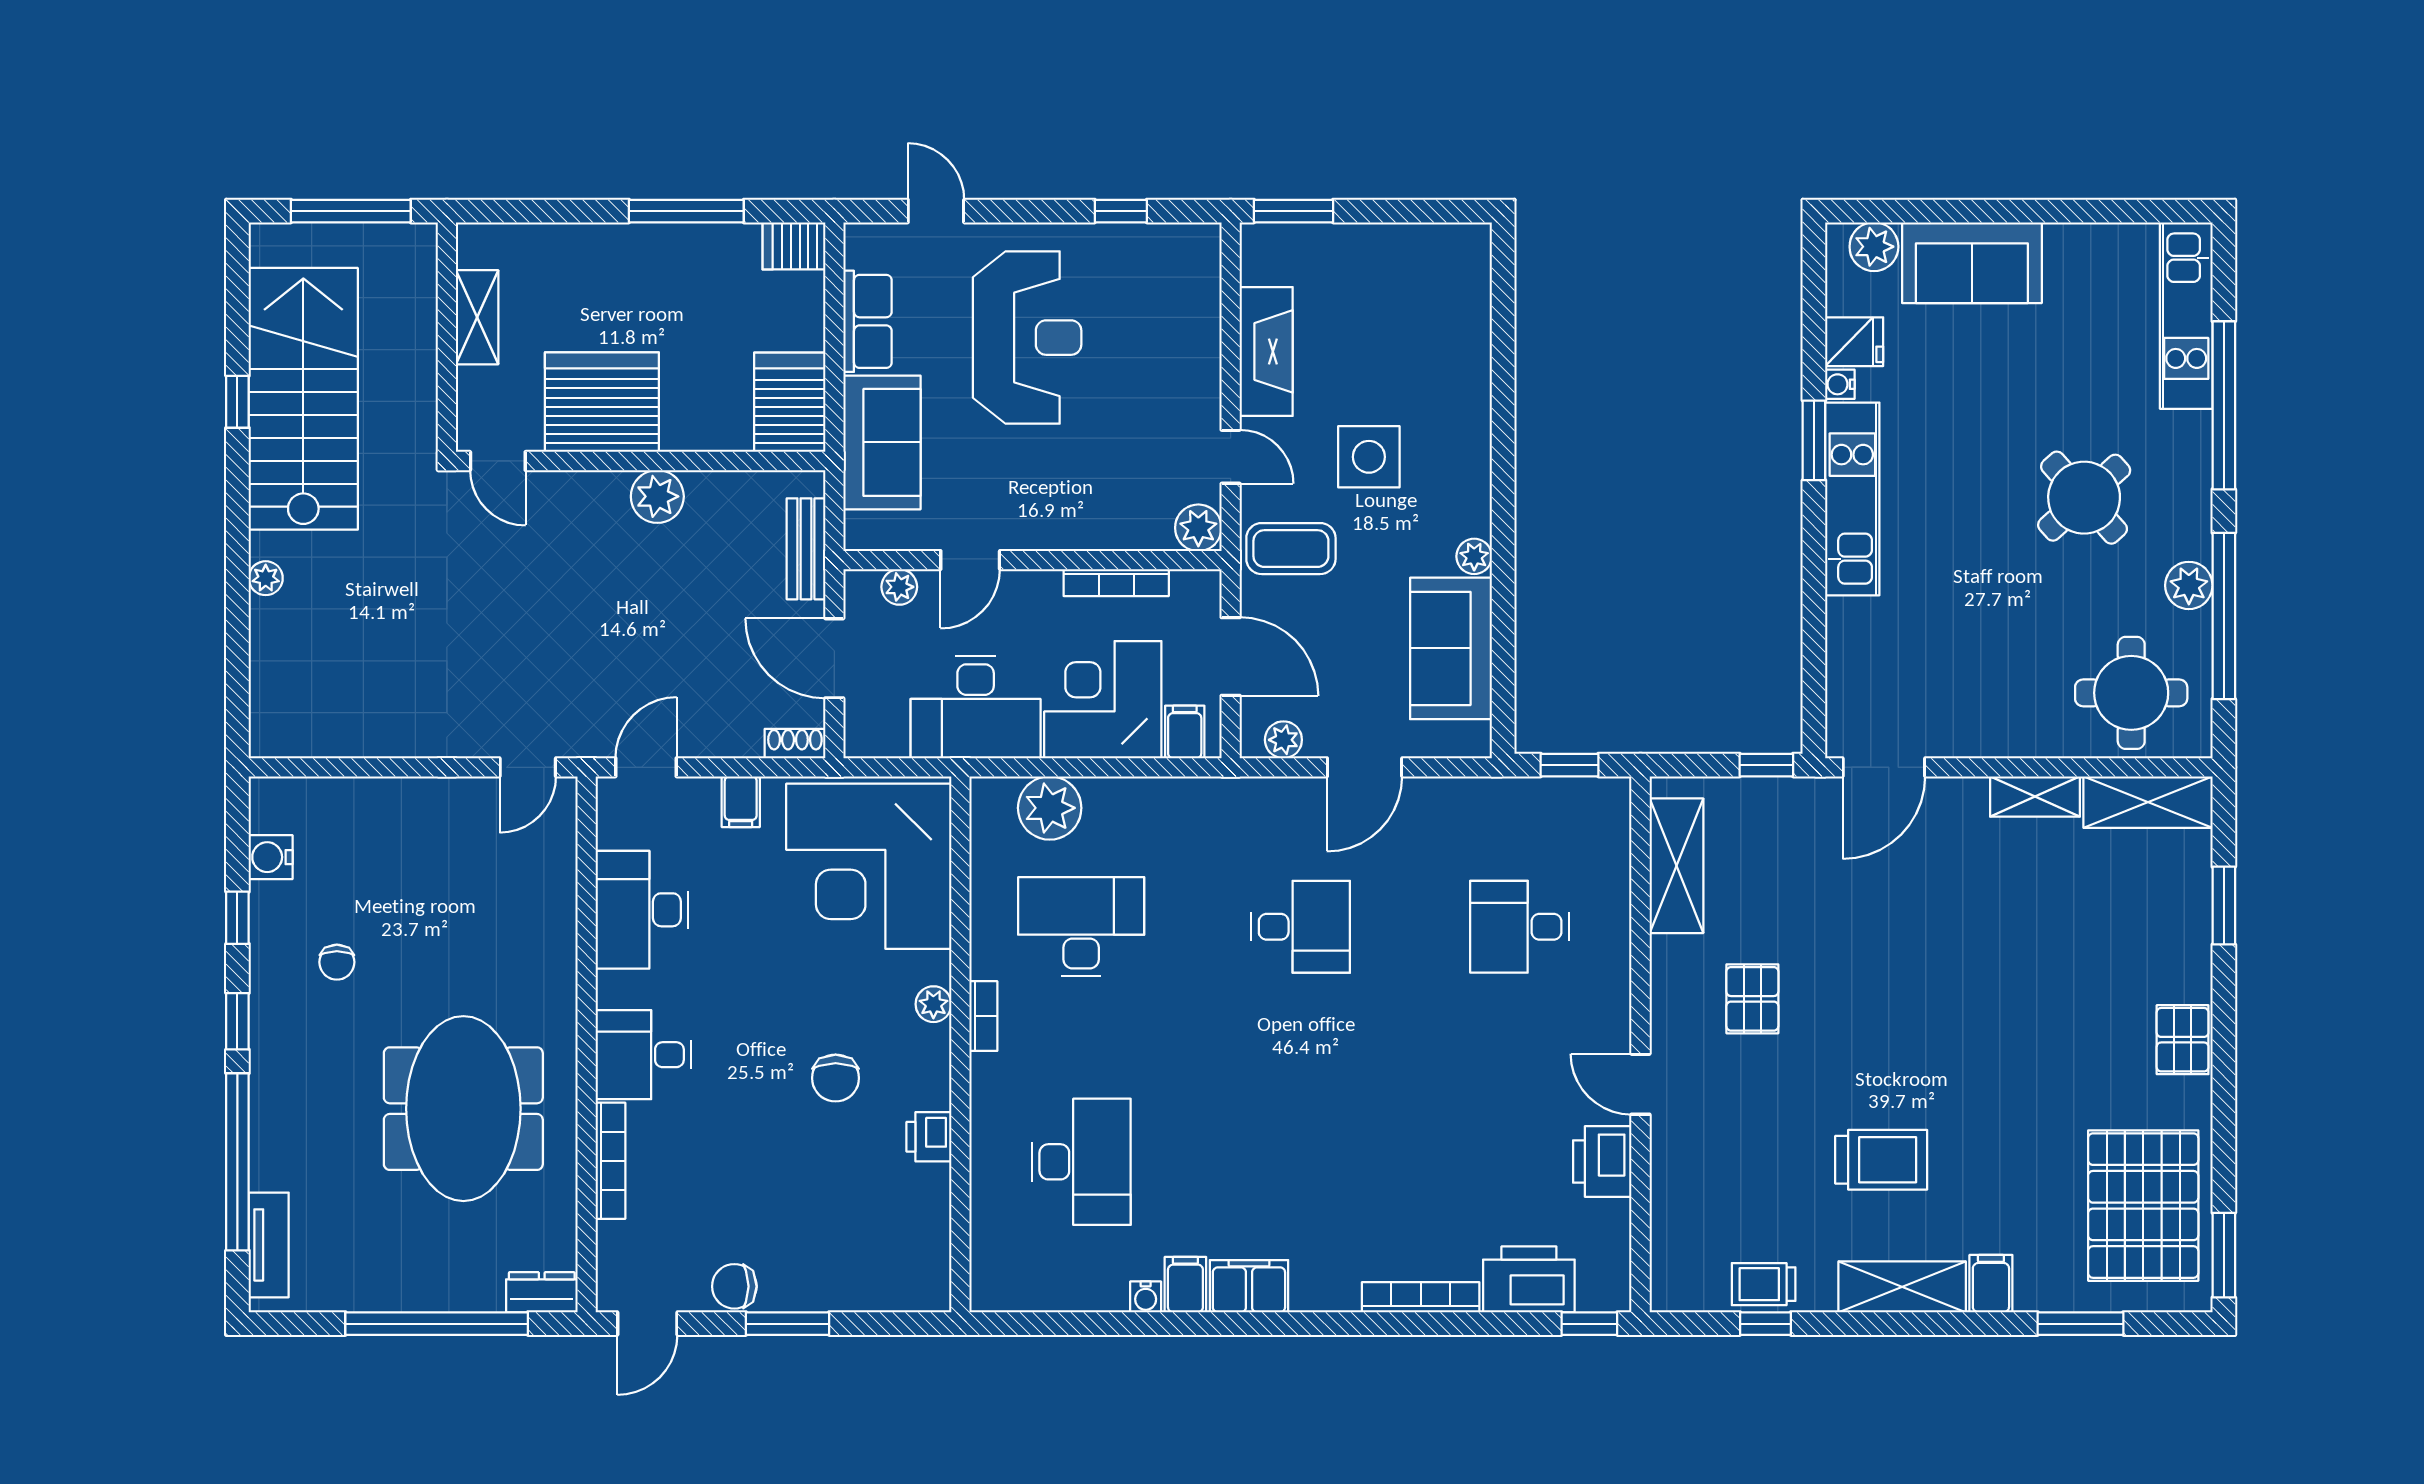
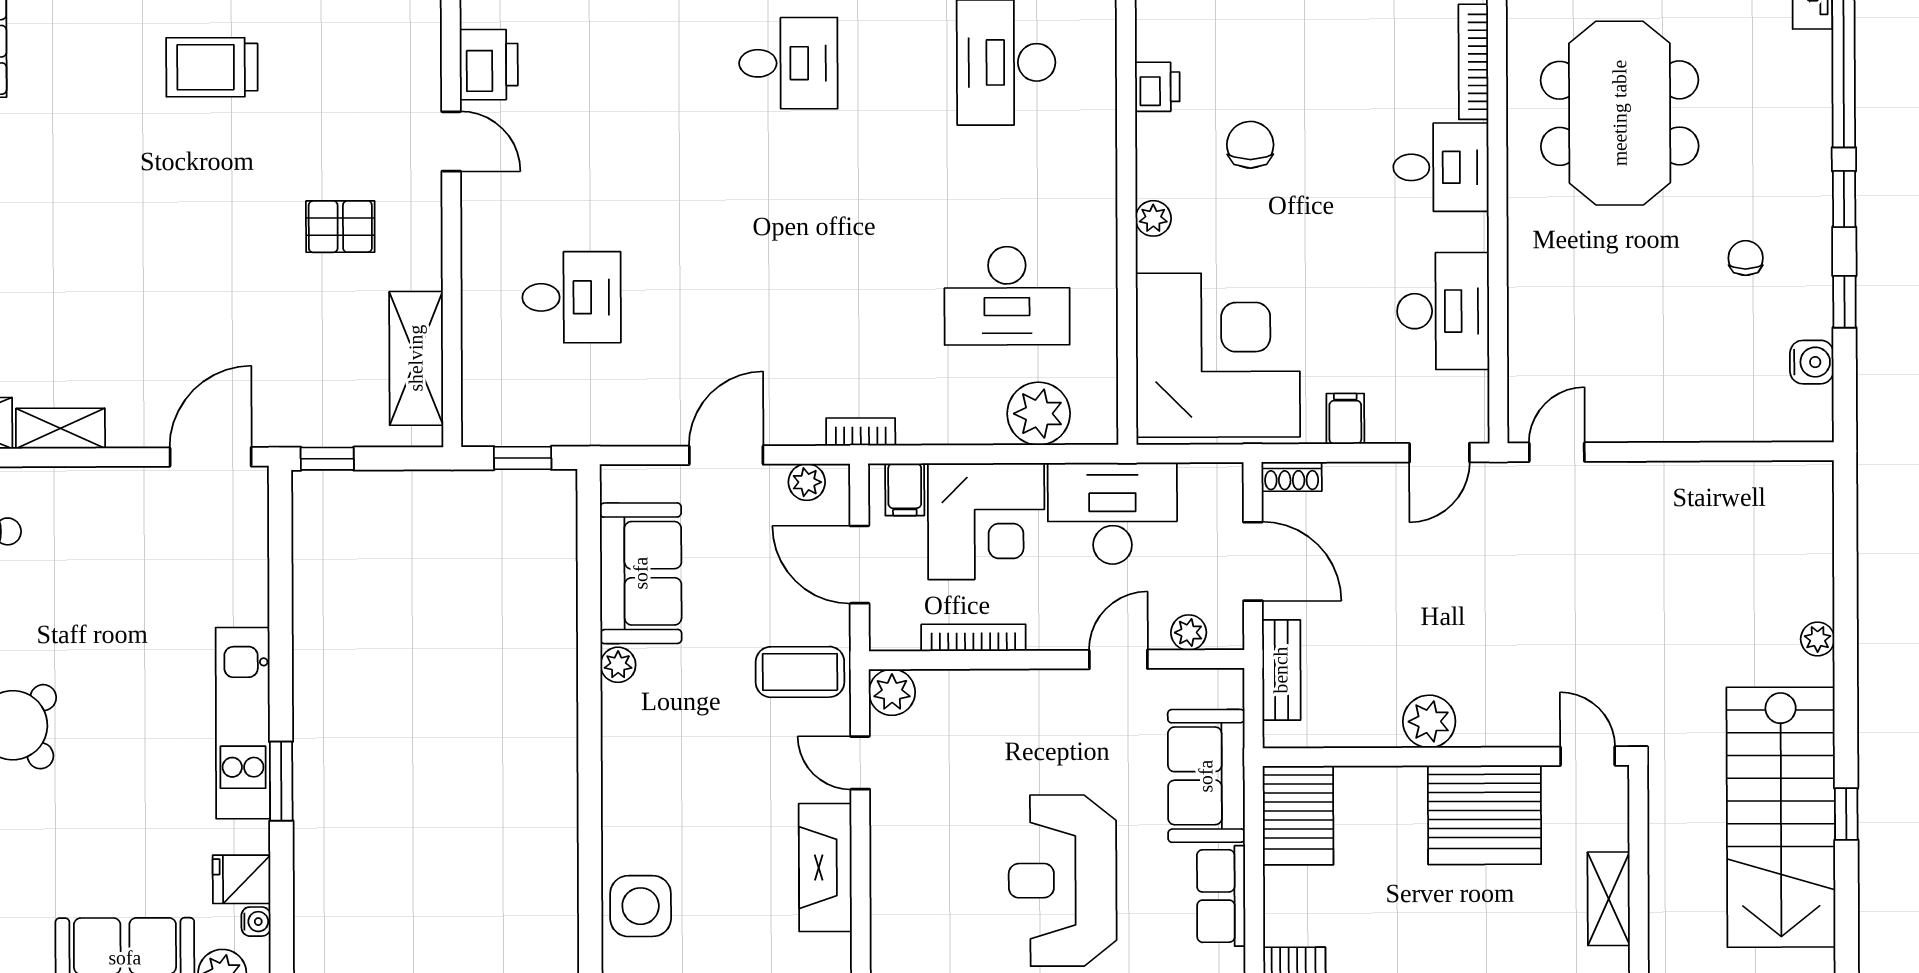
water cooler: (1840, 384) -> (256, 922), moved
side table: (1369, 457) -> (641, 906), moved
desk: (1300, 927) -> (788, 63), moved, turned 180
pallet: (1752, 999) -> (340, 227), turned 90
bookcase: (983, 1016) -> (861, 432), moved, turned 90

